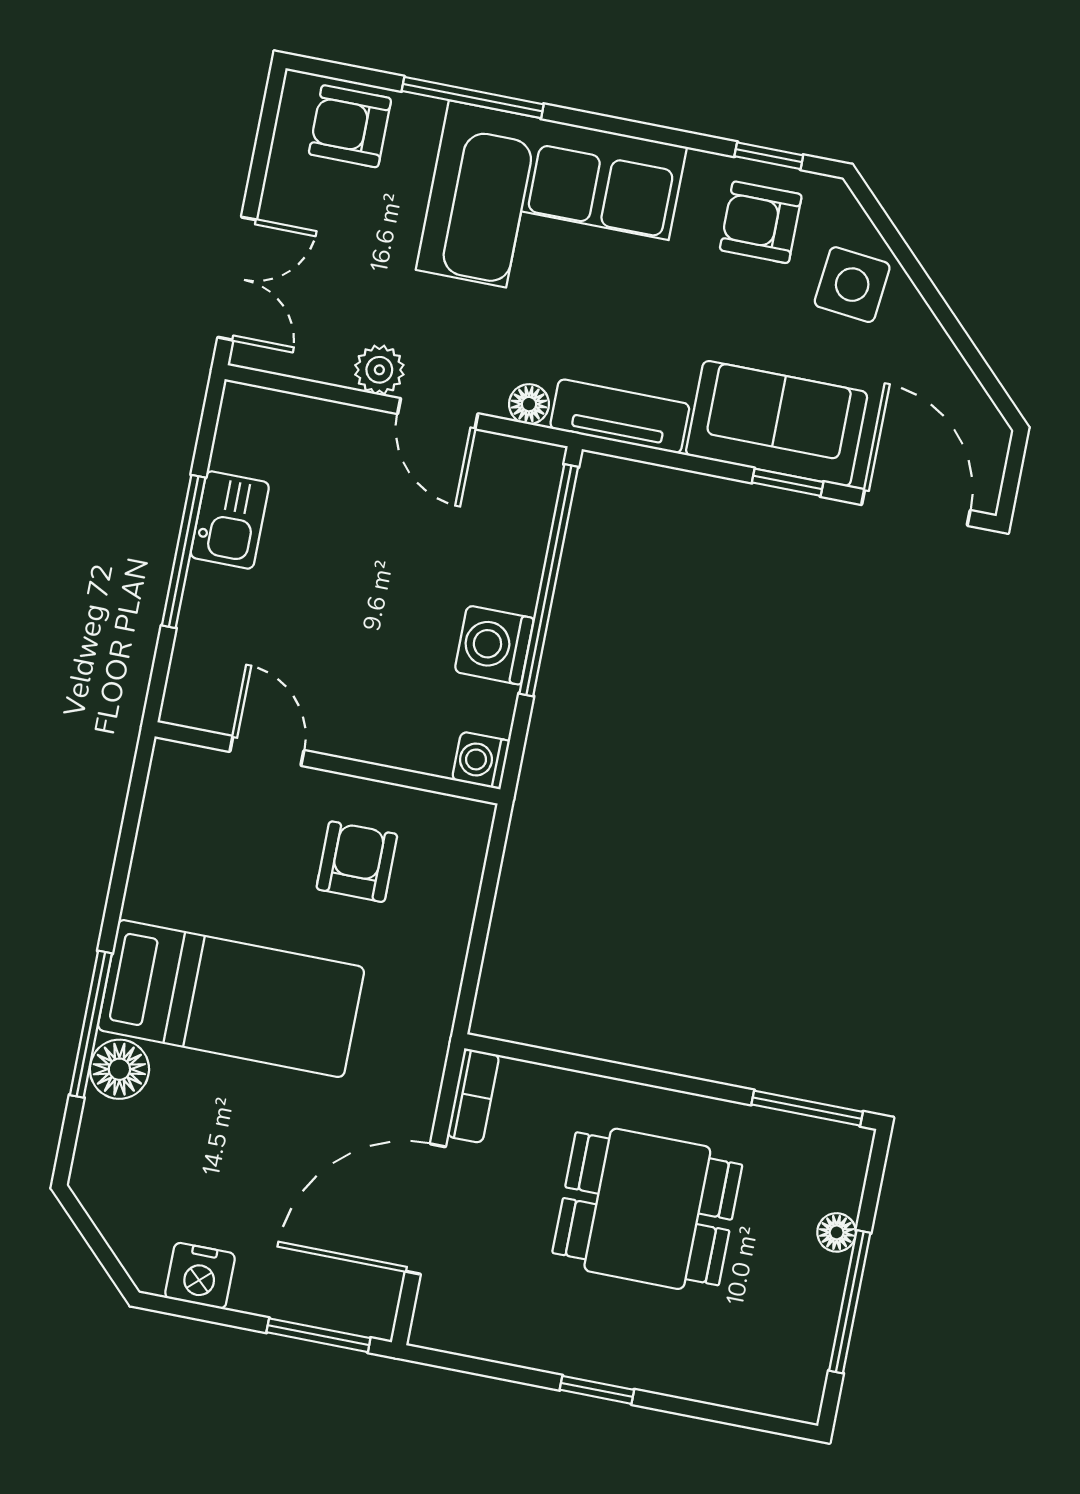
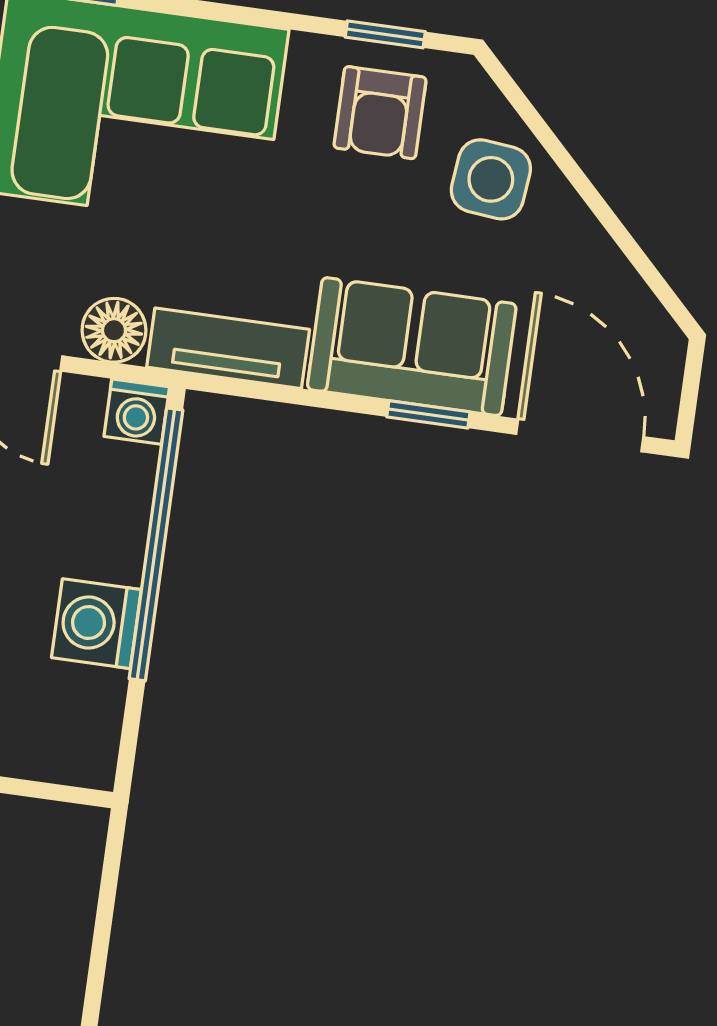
armchair: (761, 222) -> (380, 113), turned -90
floor lamp: (529, 404) -> (114, 330), width x1.37, depth x1.37
washing machine: (481, 760) -> (137, 412), moved, turned -90

